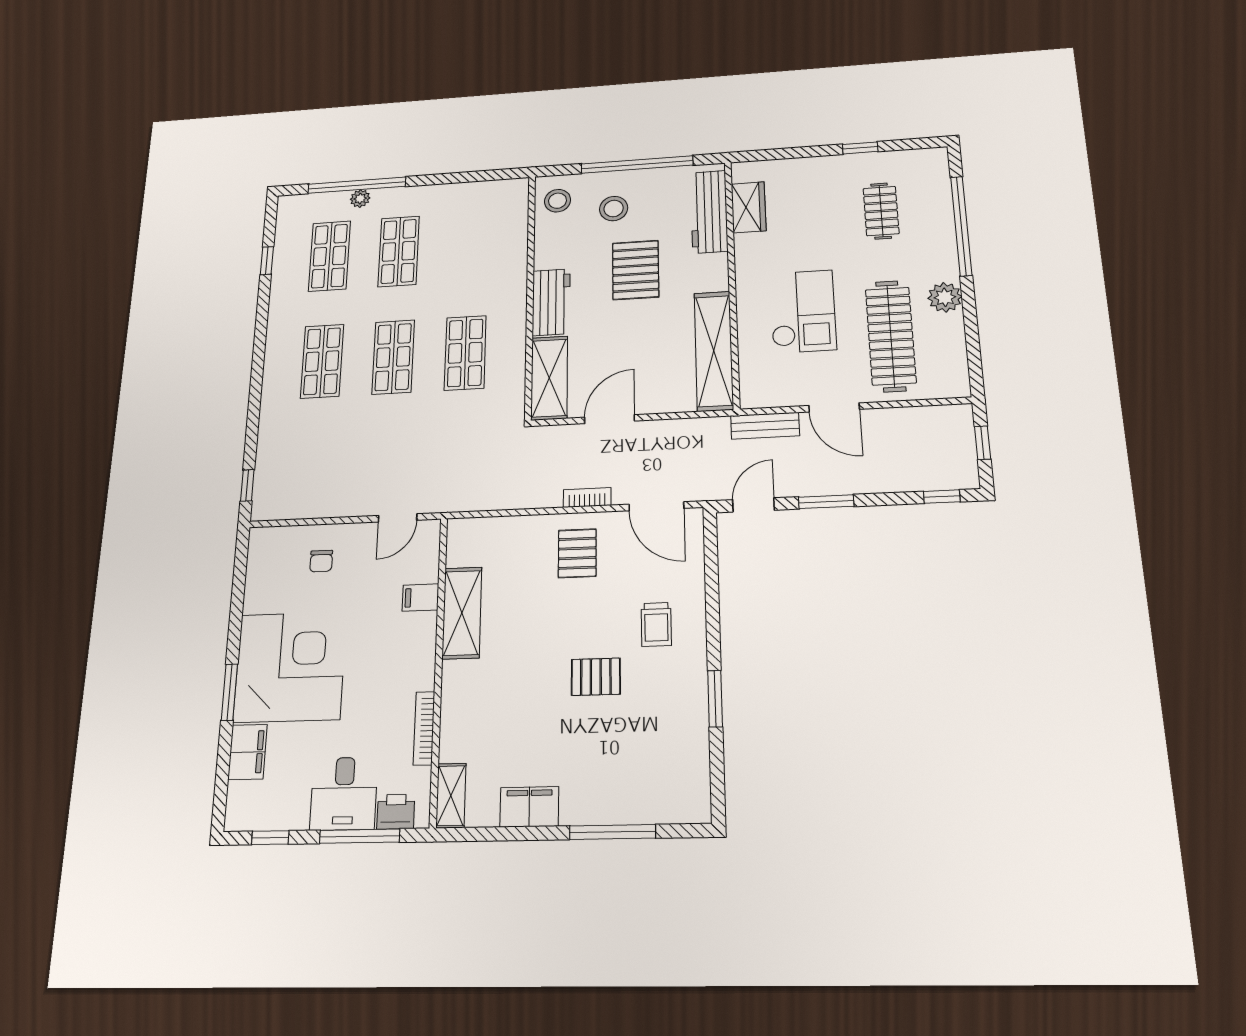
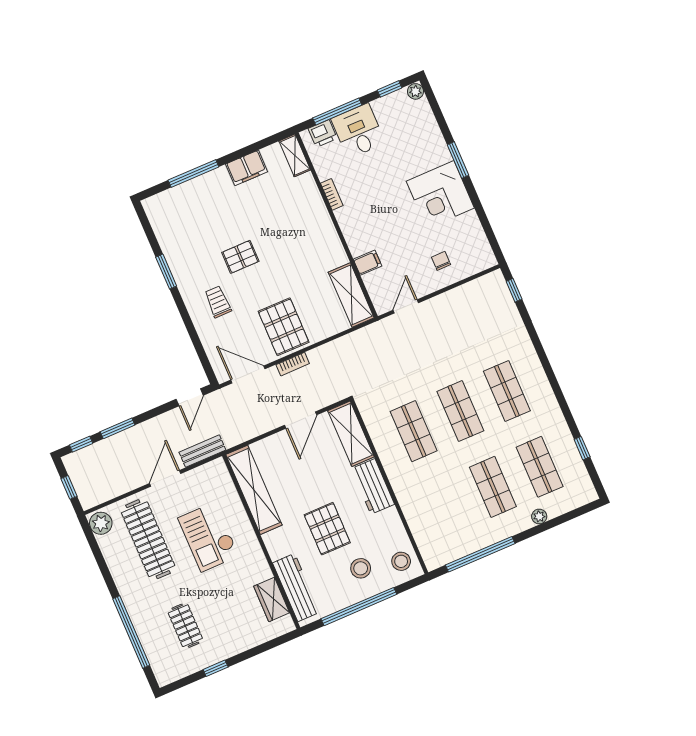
window: (357, 185) -> (480, 554), moved
plant: (945, 297) -> (101, 523), moved
door: (834, 407) -> (165, 478), hinge flipped
window: (826, 502) -> (118, 428), moved
pallet: (577, 553) -> (284, 327), width x1.50, depth x1.42
shelving: (462, 613) -> (351, 295), moved
corner desk: (290, 667) -> (440, 195), width x0.74, depth x0.74
bookcase: (424, 728) -> (332, 194), width x0.64
filing cabinet: (248, 752) -> (428, 130), removed
plant: (237, 818) -> (416, 91), added

